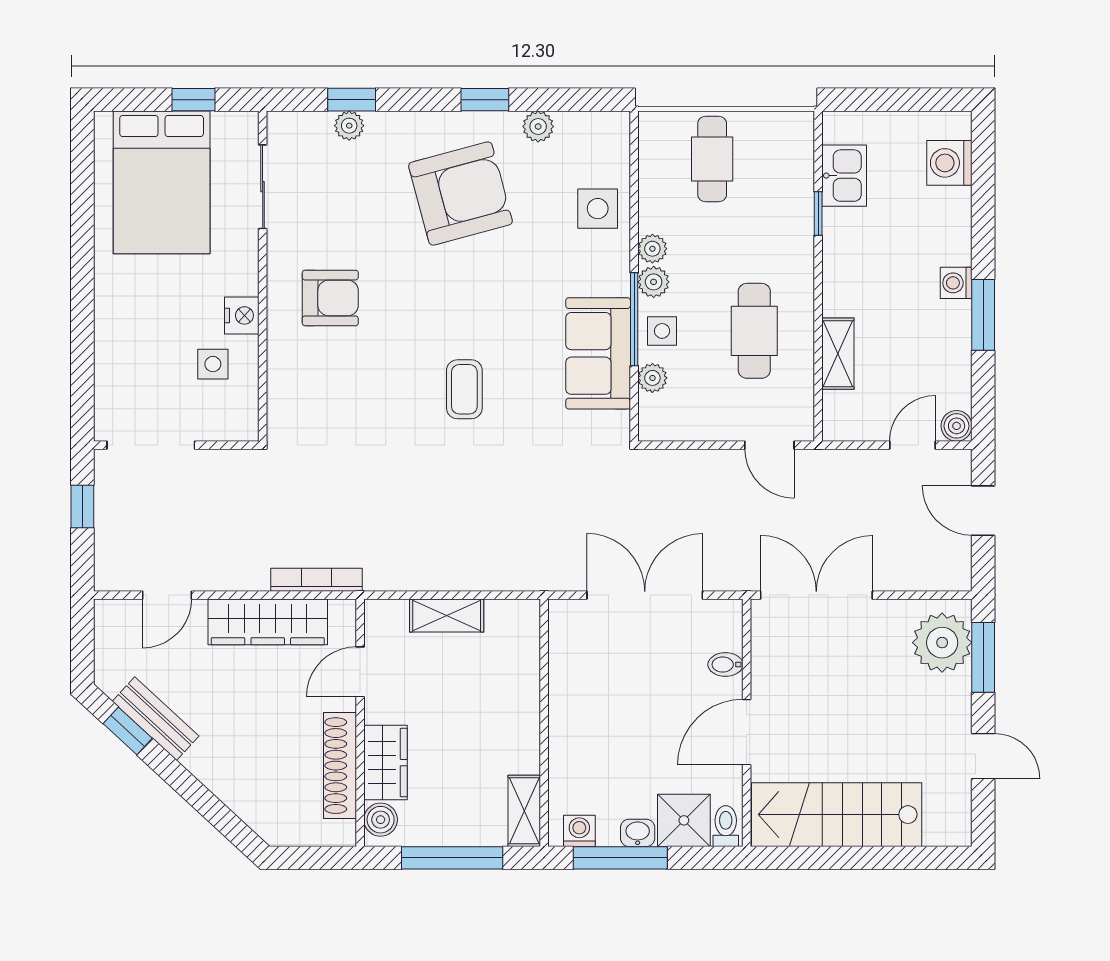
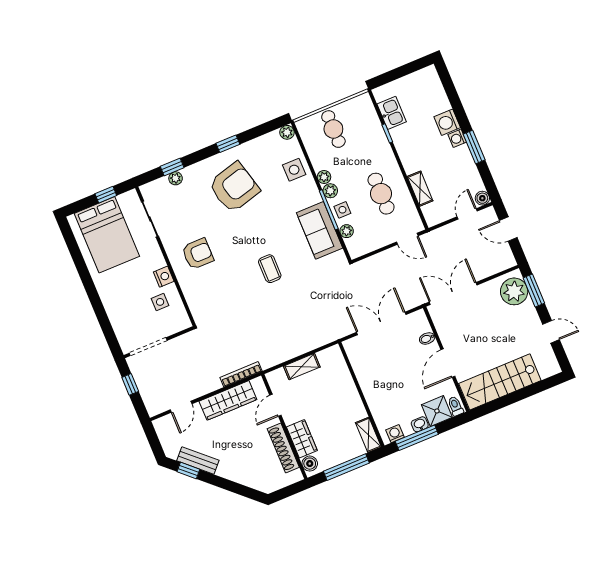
plant: (538, 126) -> (287, 132), moved
washing machine: (949, 163) -> (447, 122), moved

